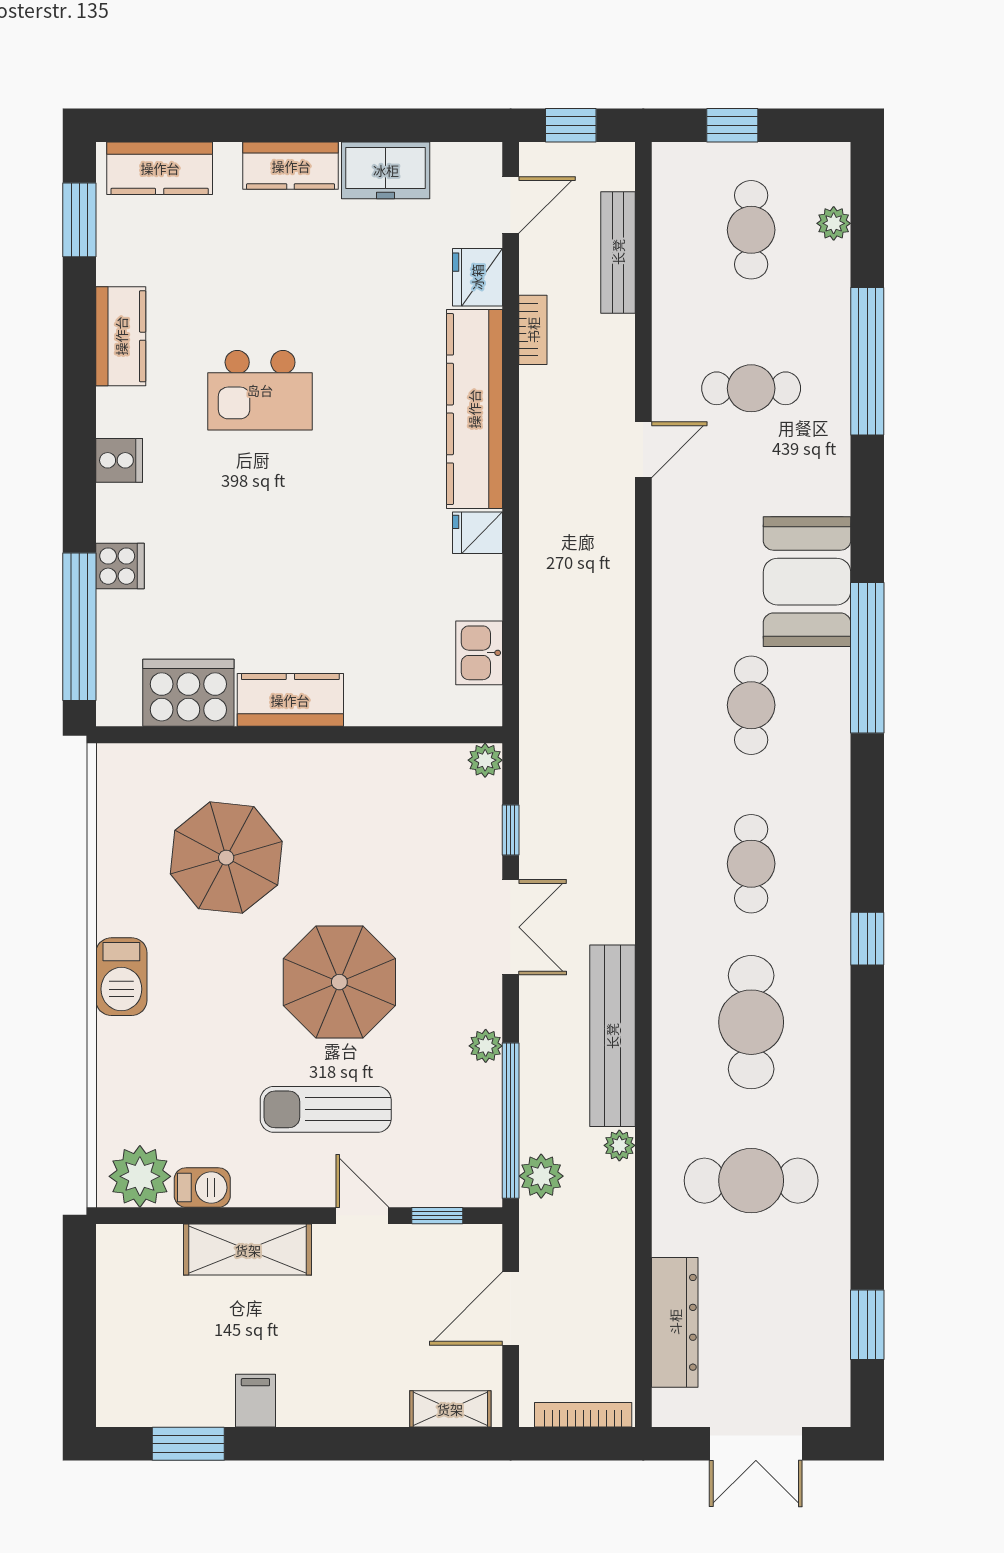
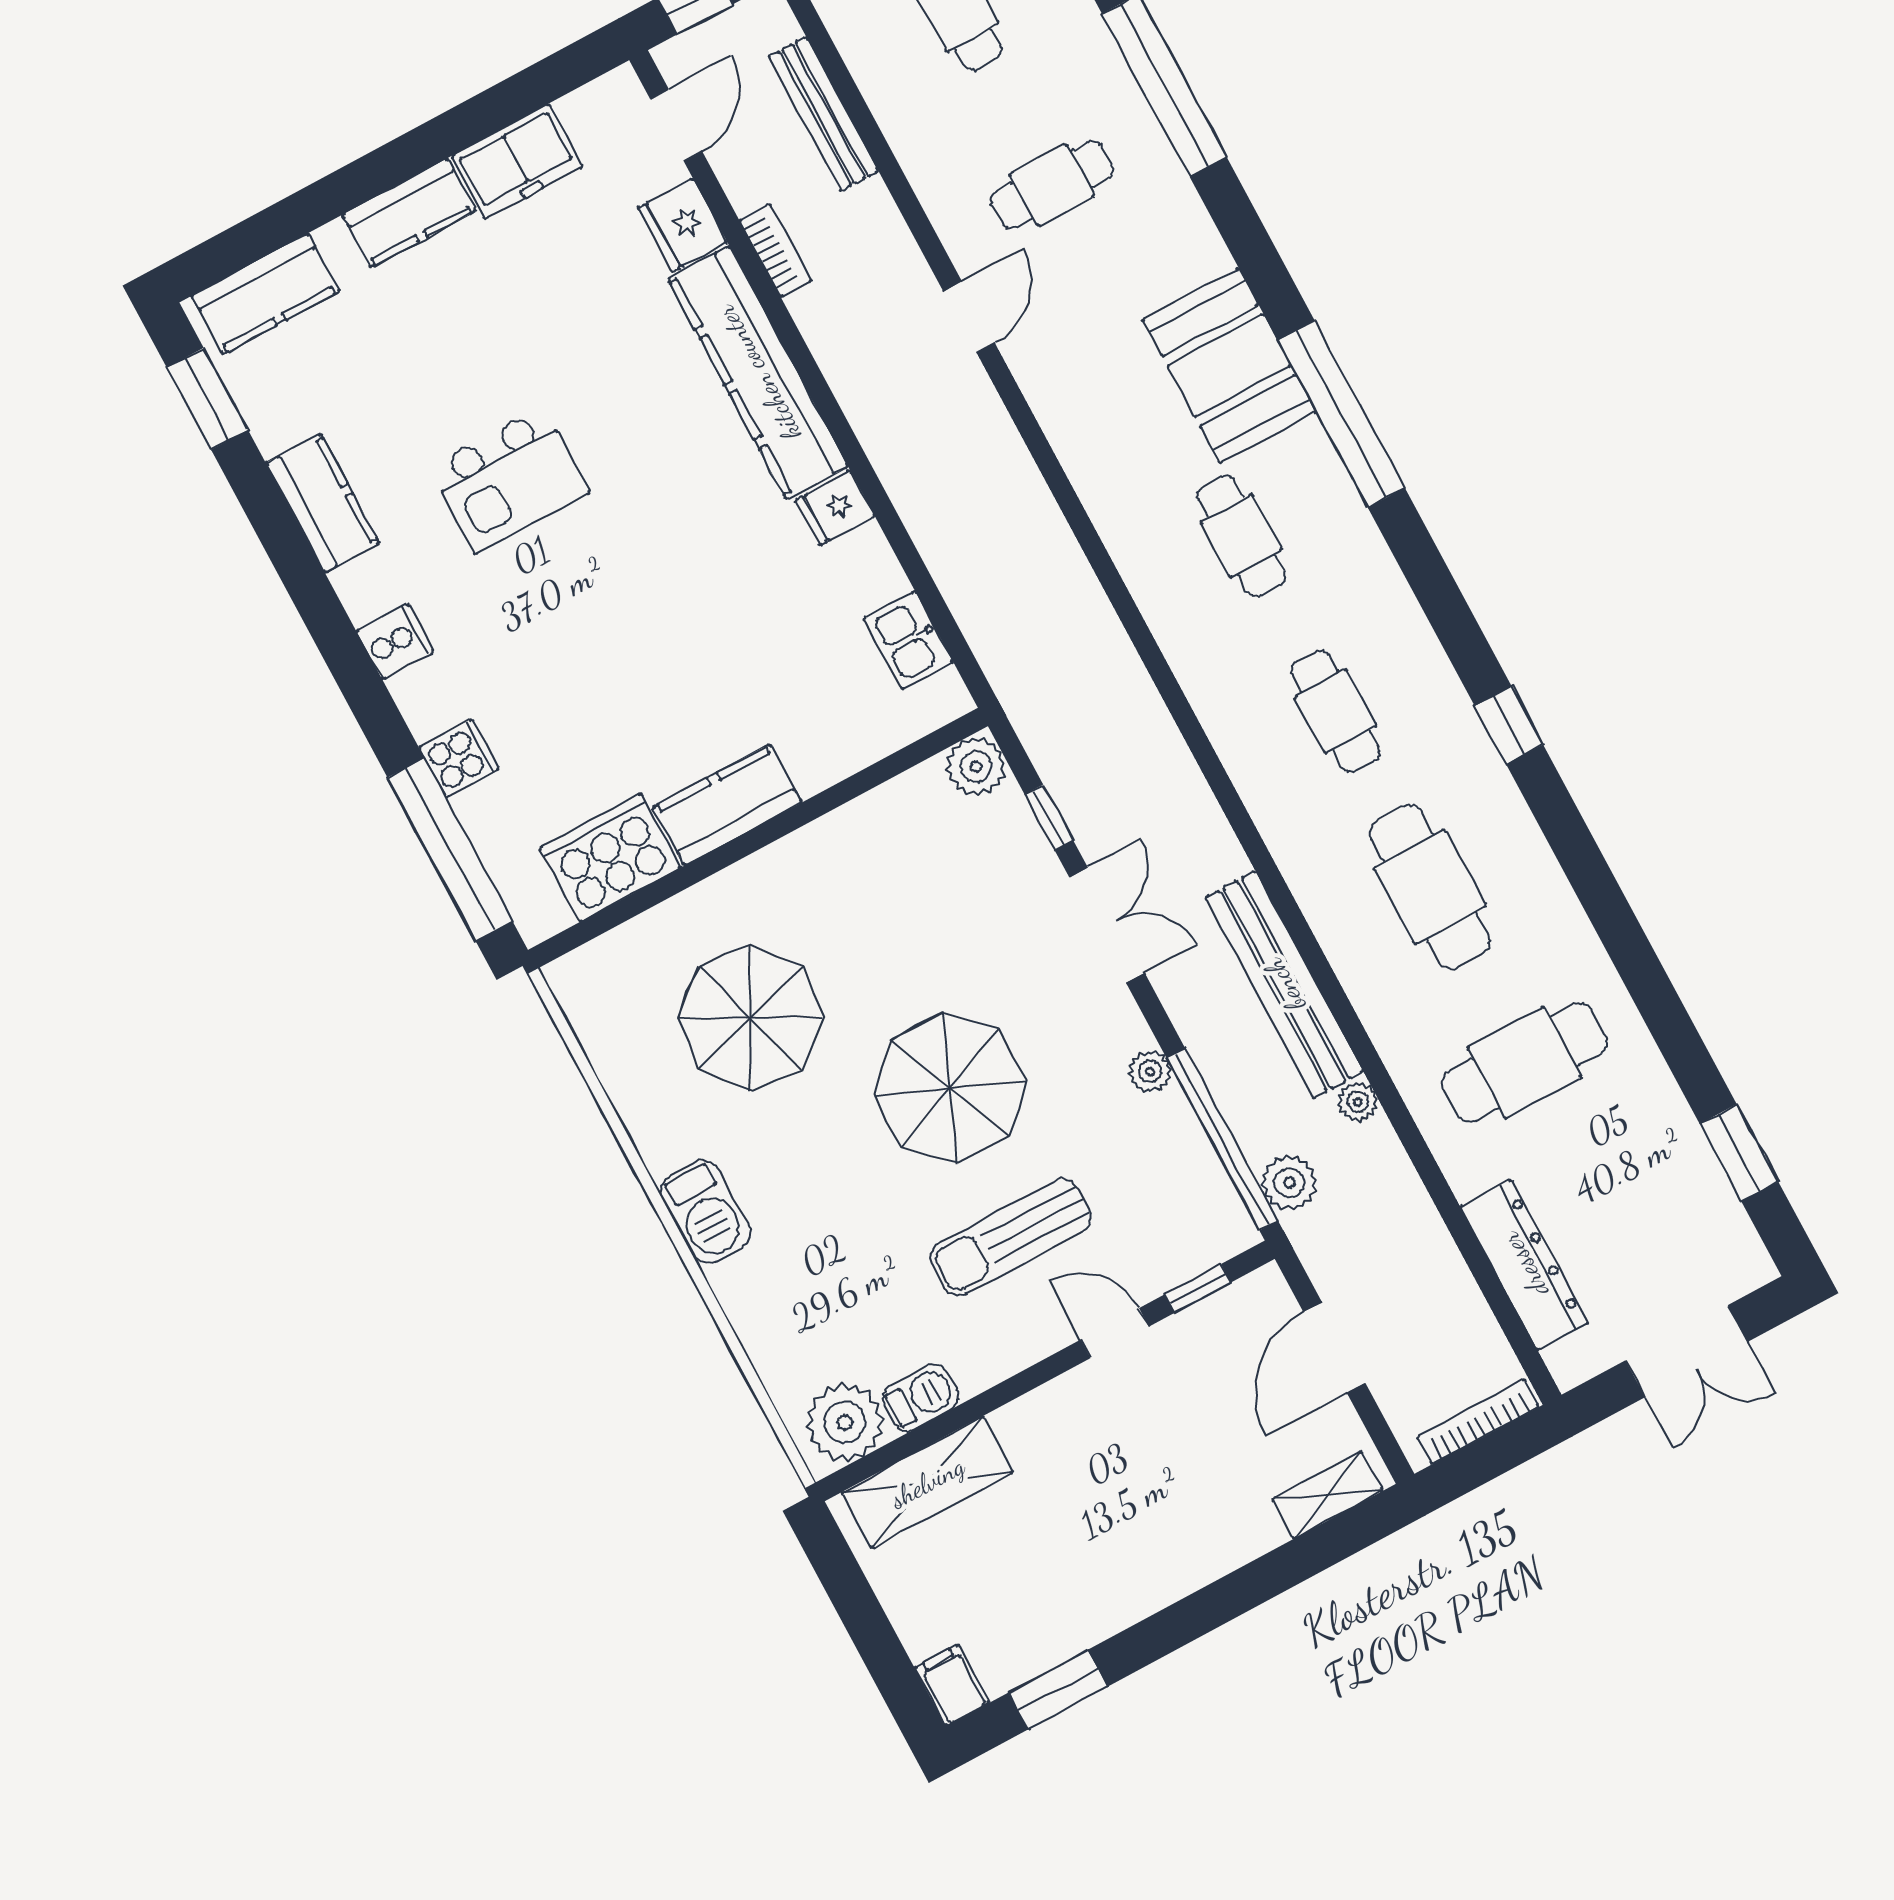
plant: (485, 760) -> (976, 766), width x1.38, depth x1.38
shelving: (248, 1250) -> (927, 1482), moved
filing cabinet: (255, 1401) -> (952, 1685), moved

